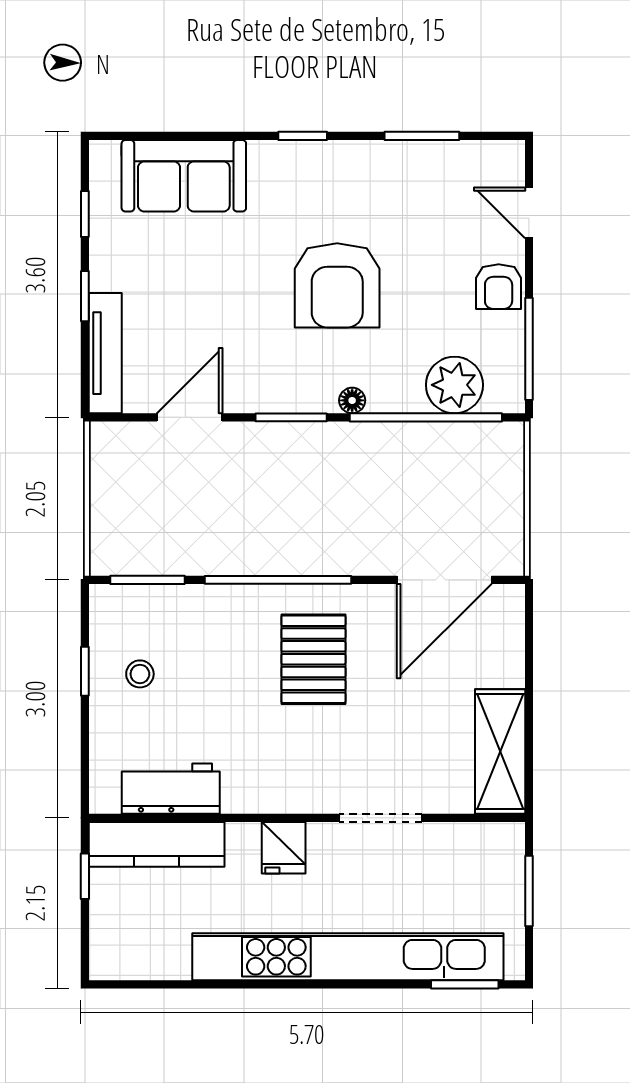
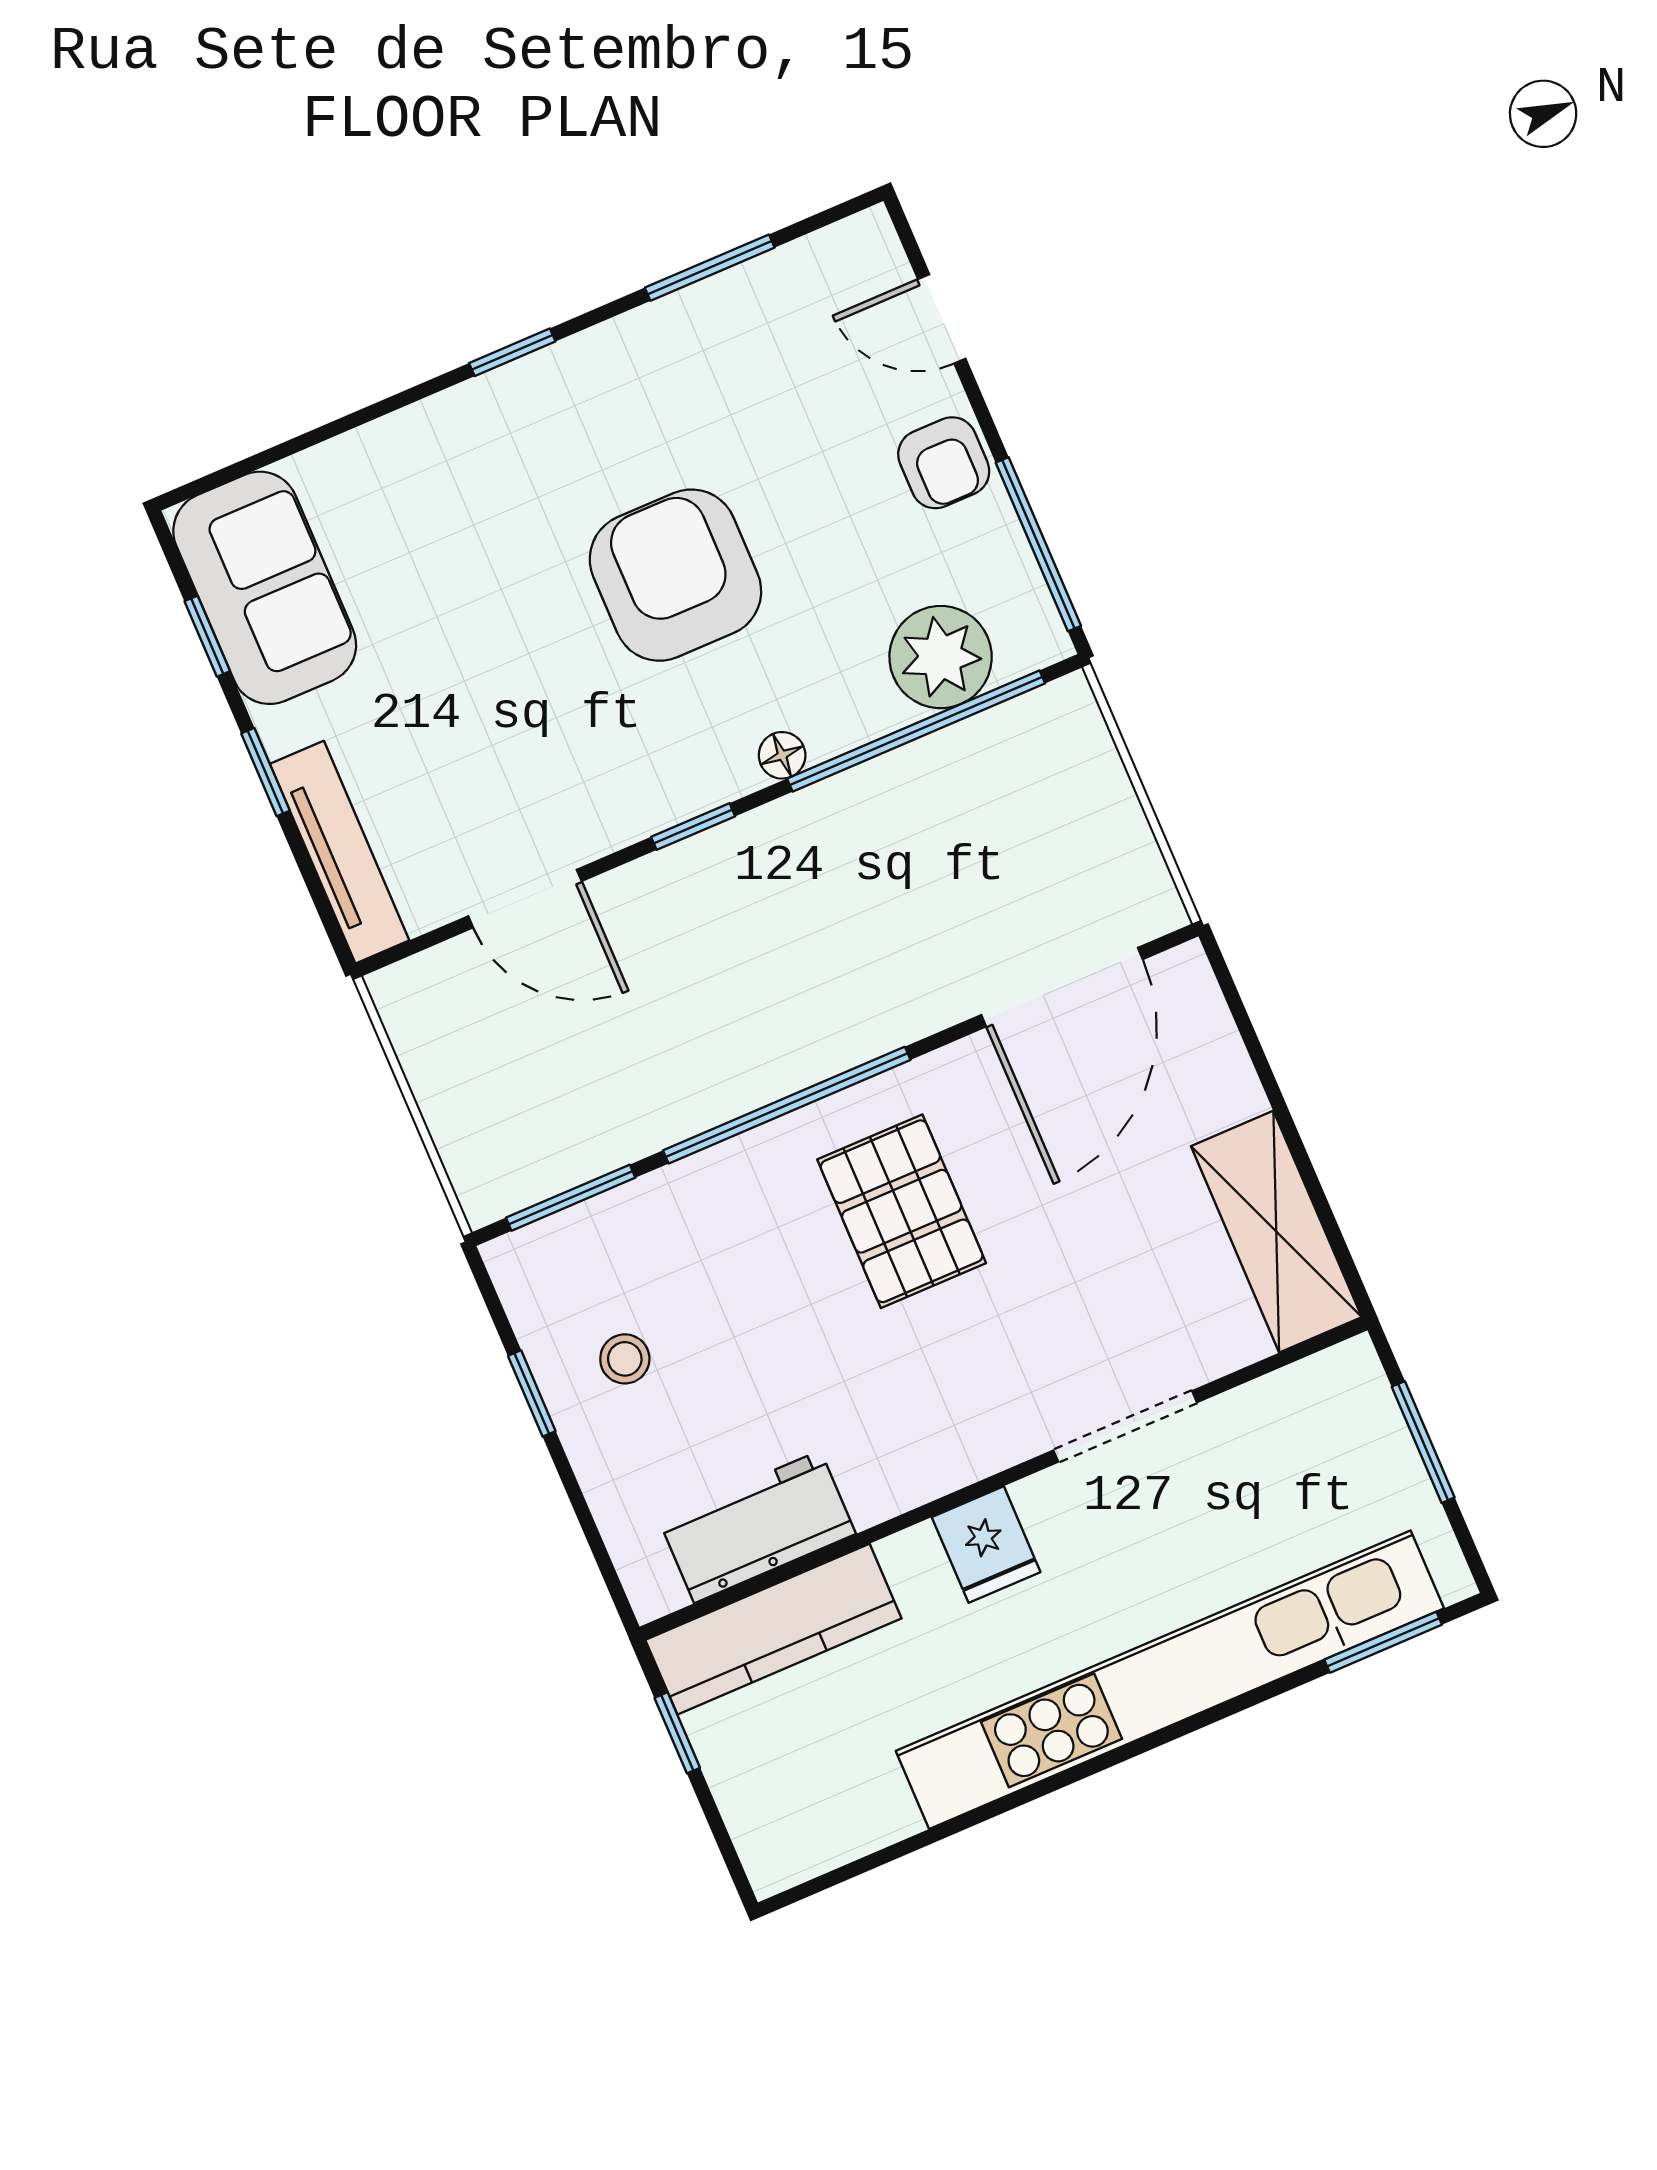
sofa: (184, 176) -> (265, 588), moved, turned -90
armchair: (337, 285) -> (675, 575), turned 180
door: (190, 417) -> (525, 899), swing flipped
window: (291, 417) -> (693, 827), width x0.67

